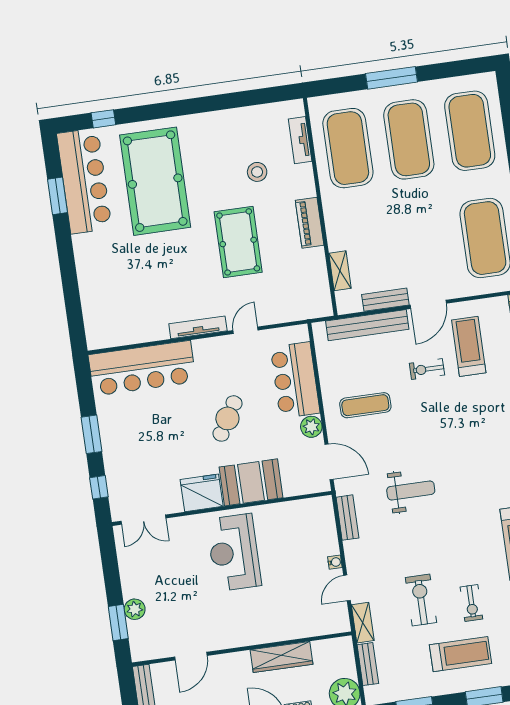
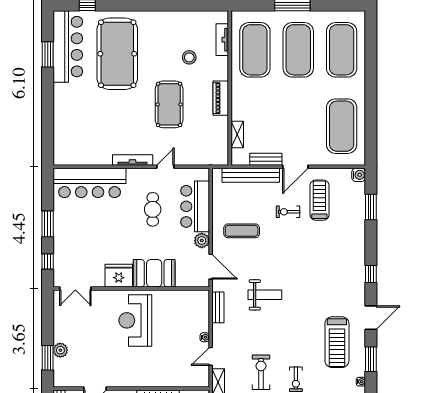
cafe table: (227, 418) -> (153, 209), moved, turned -31

